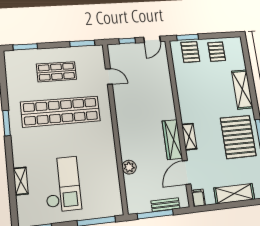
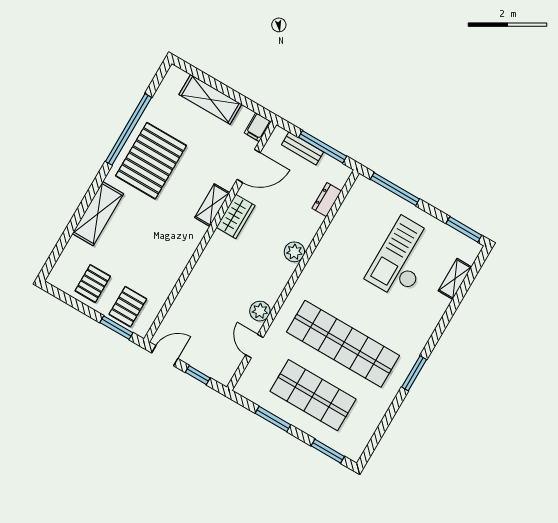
window: (82, 43) -> (273, 419), moved
shop shelf: (56, 72) -> (313, 395), width x1.43, depth x1.36
plant: (120, 98) -> (260, 311), added
wardrobe: (172, 140) -> (236, 216), width x0.67
plant: (129, 167) -> (294, 252), moved
shelving: (21, 181) -> (455, 279), moved
dresser: (130, 186) -> (327, 200), added

